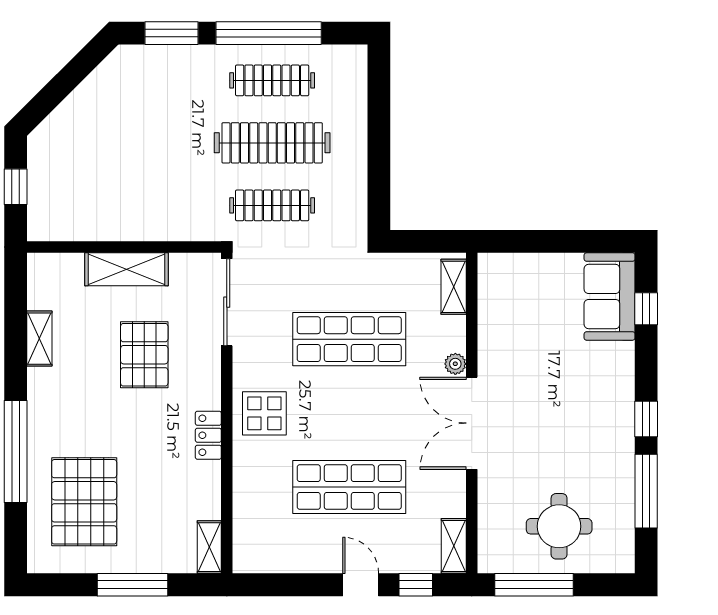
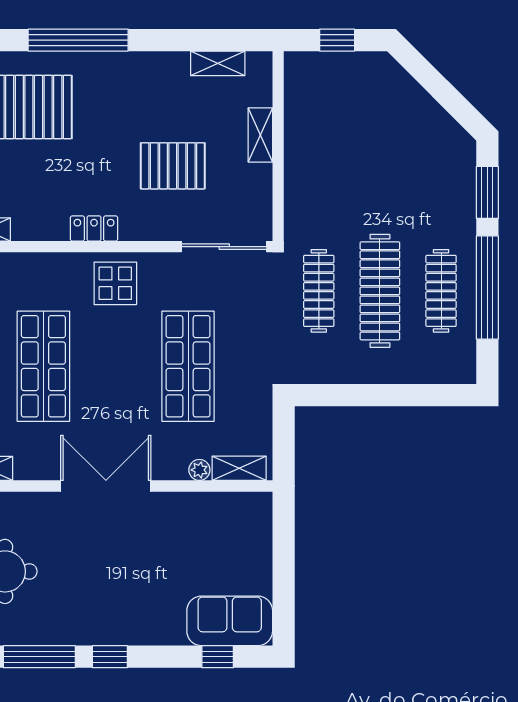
shelving: (127, 269) -> (260, 135), width x0.67, depth x0.75
shelving: (39, 339) -> (218, 63), moved
plant: (455, 364) -> (199, 470), moved

